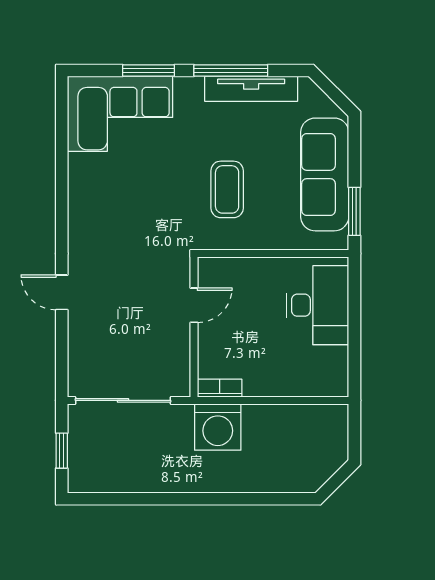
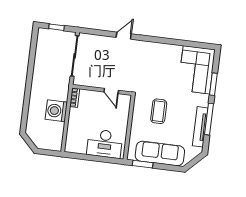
coffee table: (227, 189) -> (159, 111), turned 90
washing machine: (218, 427) -> (56, 111), moved

